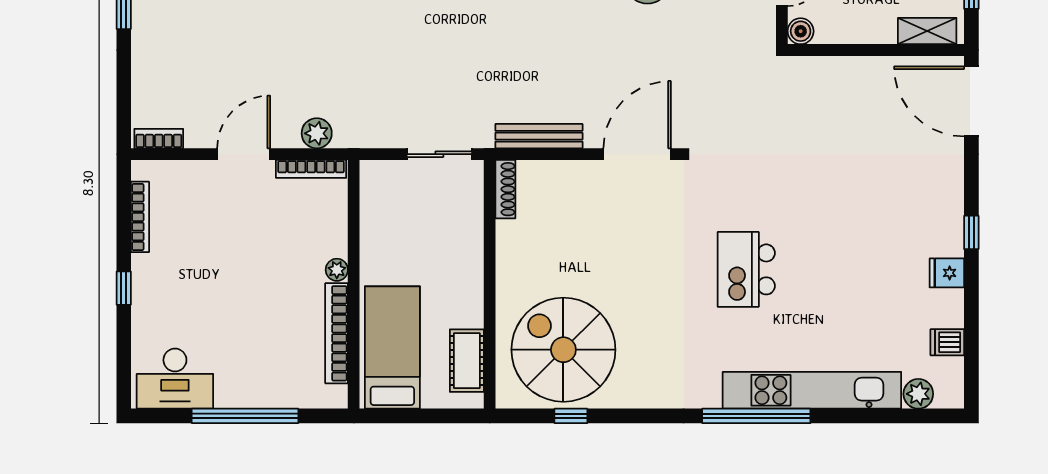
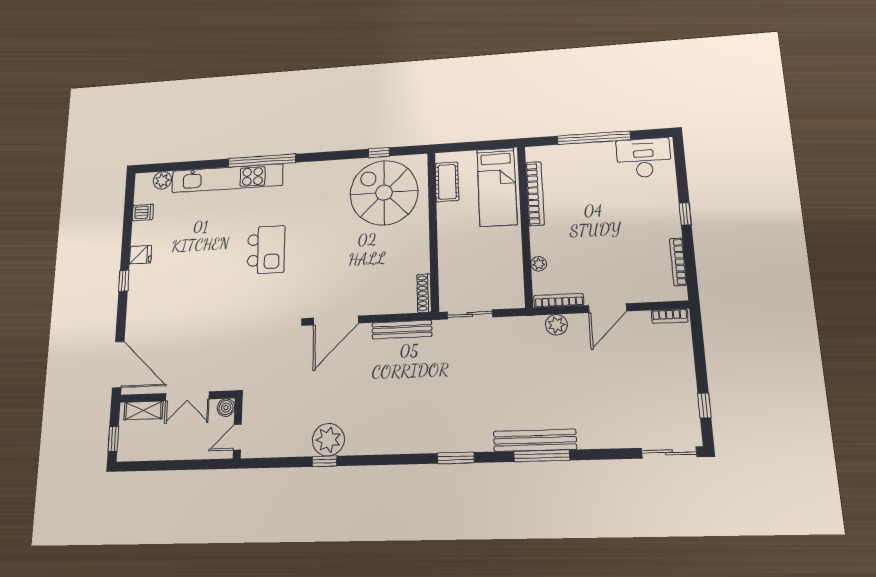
double door: (860, 50) -> (187, 396), added
plant: (337, 270) -> (539, 264), moved
spiral stairs: (563, 350) -> (384, 193), turned 180

